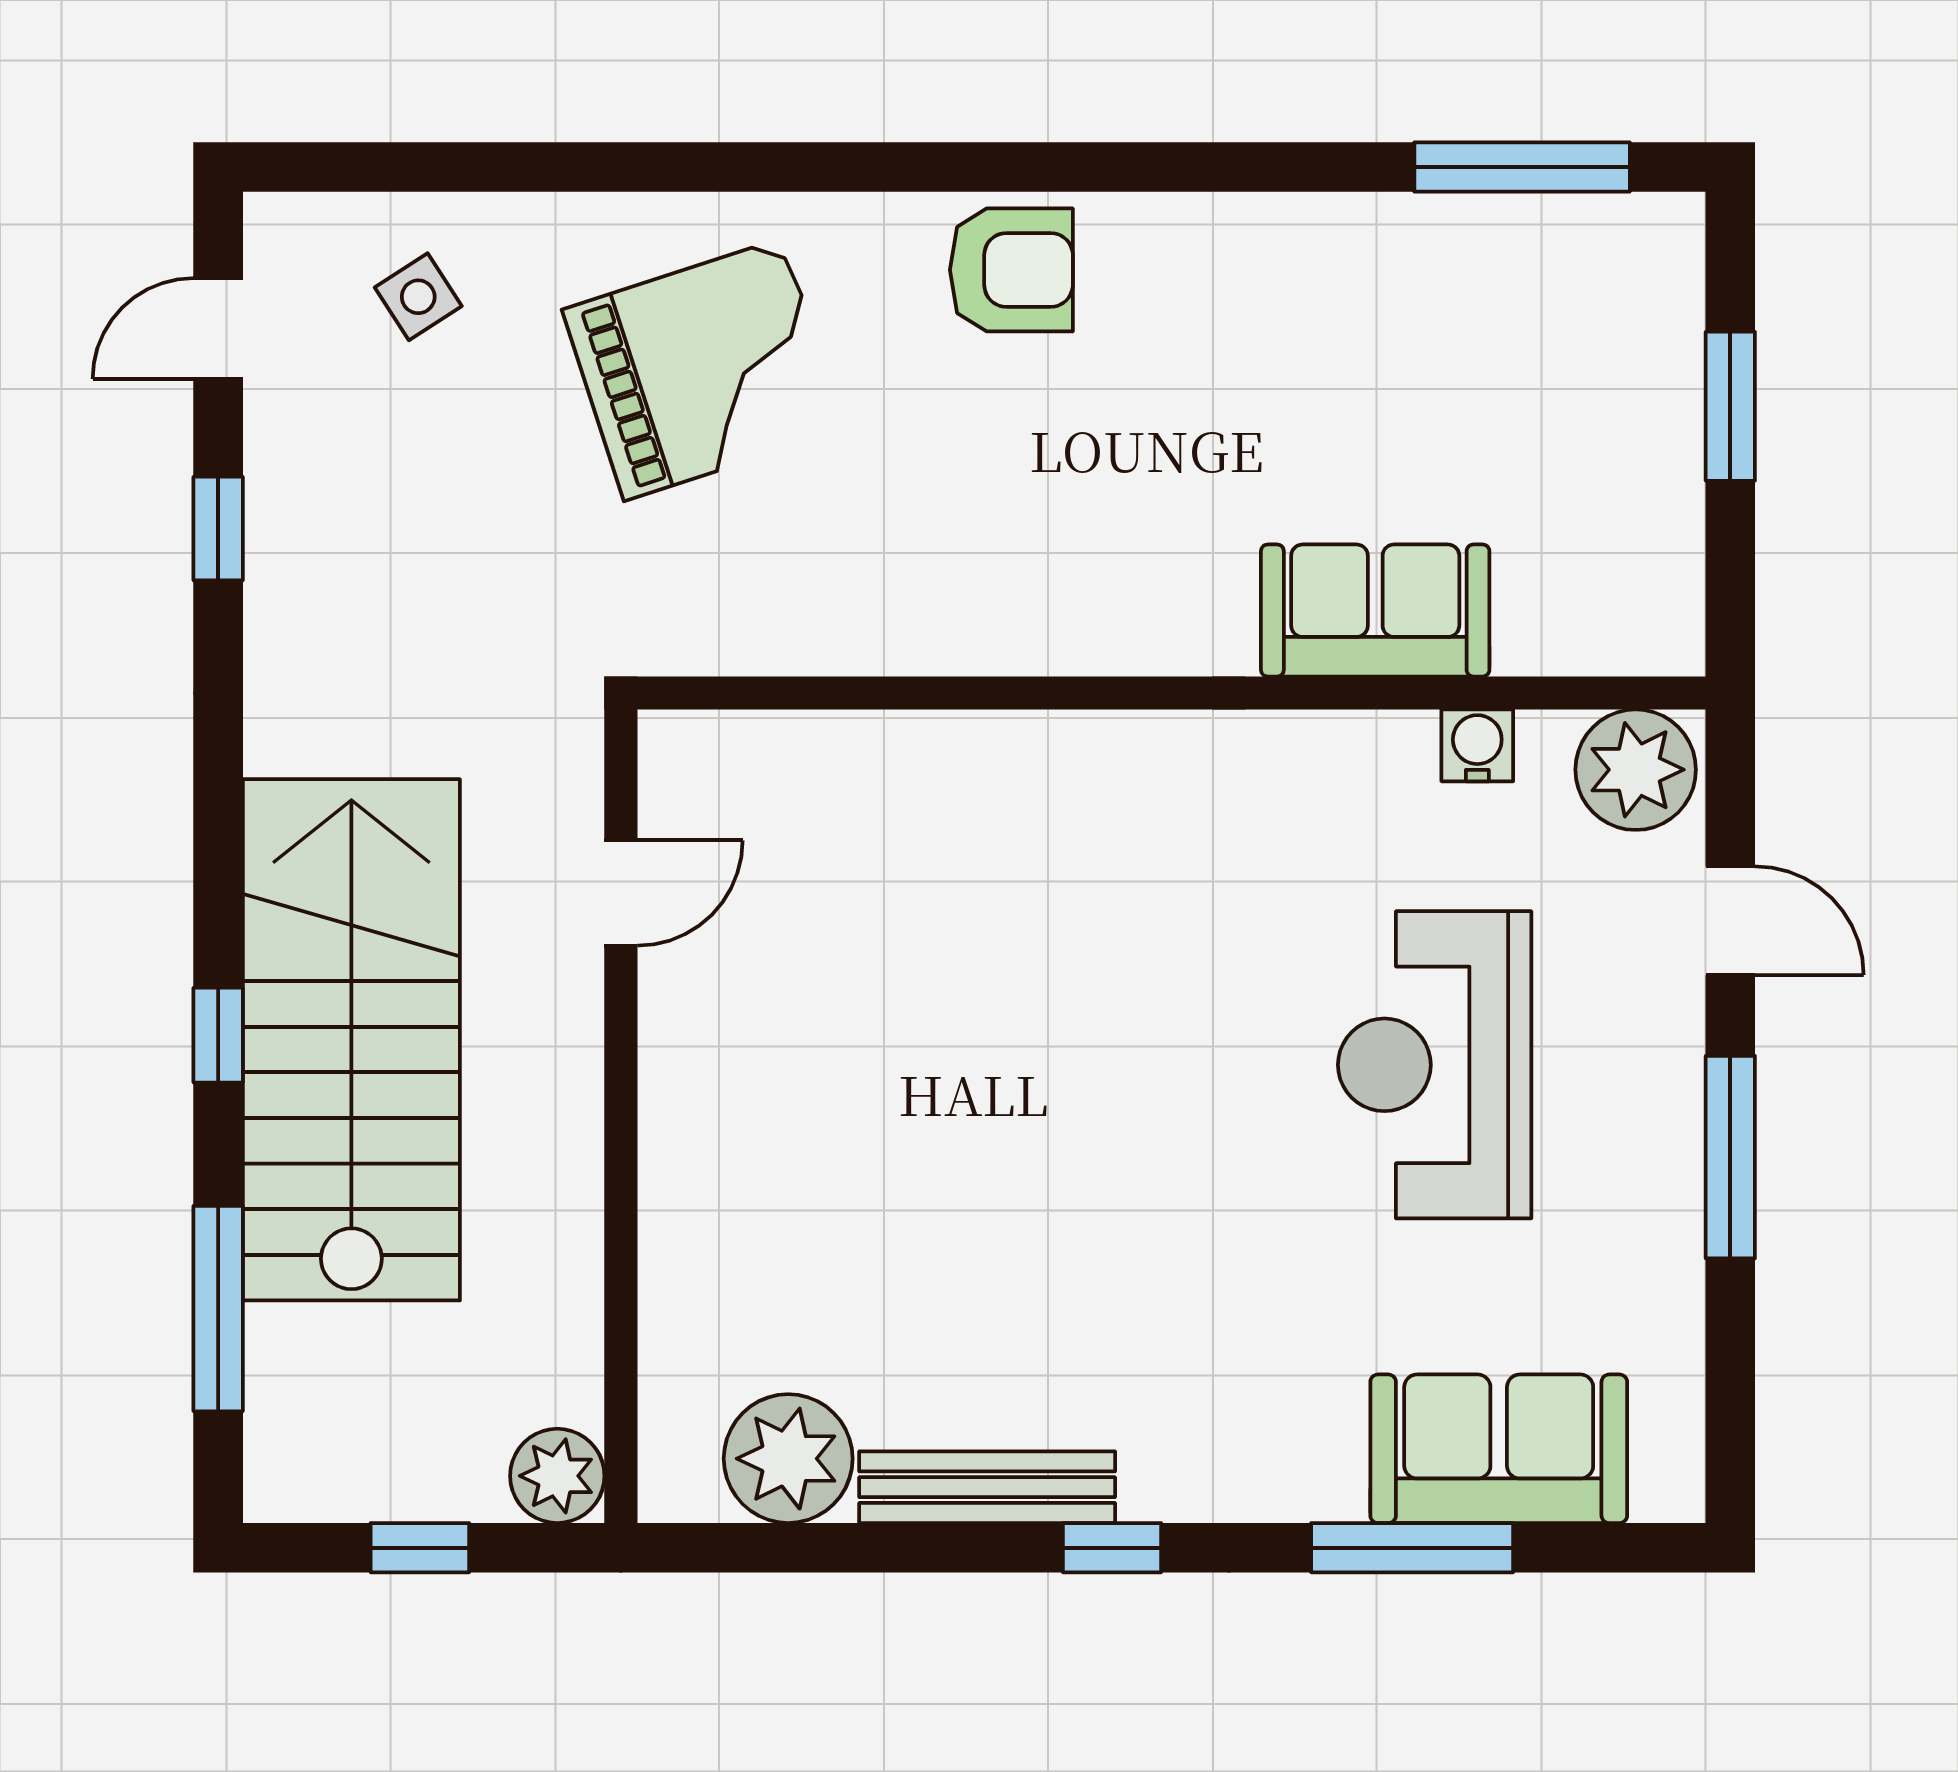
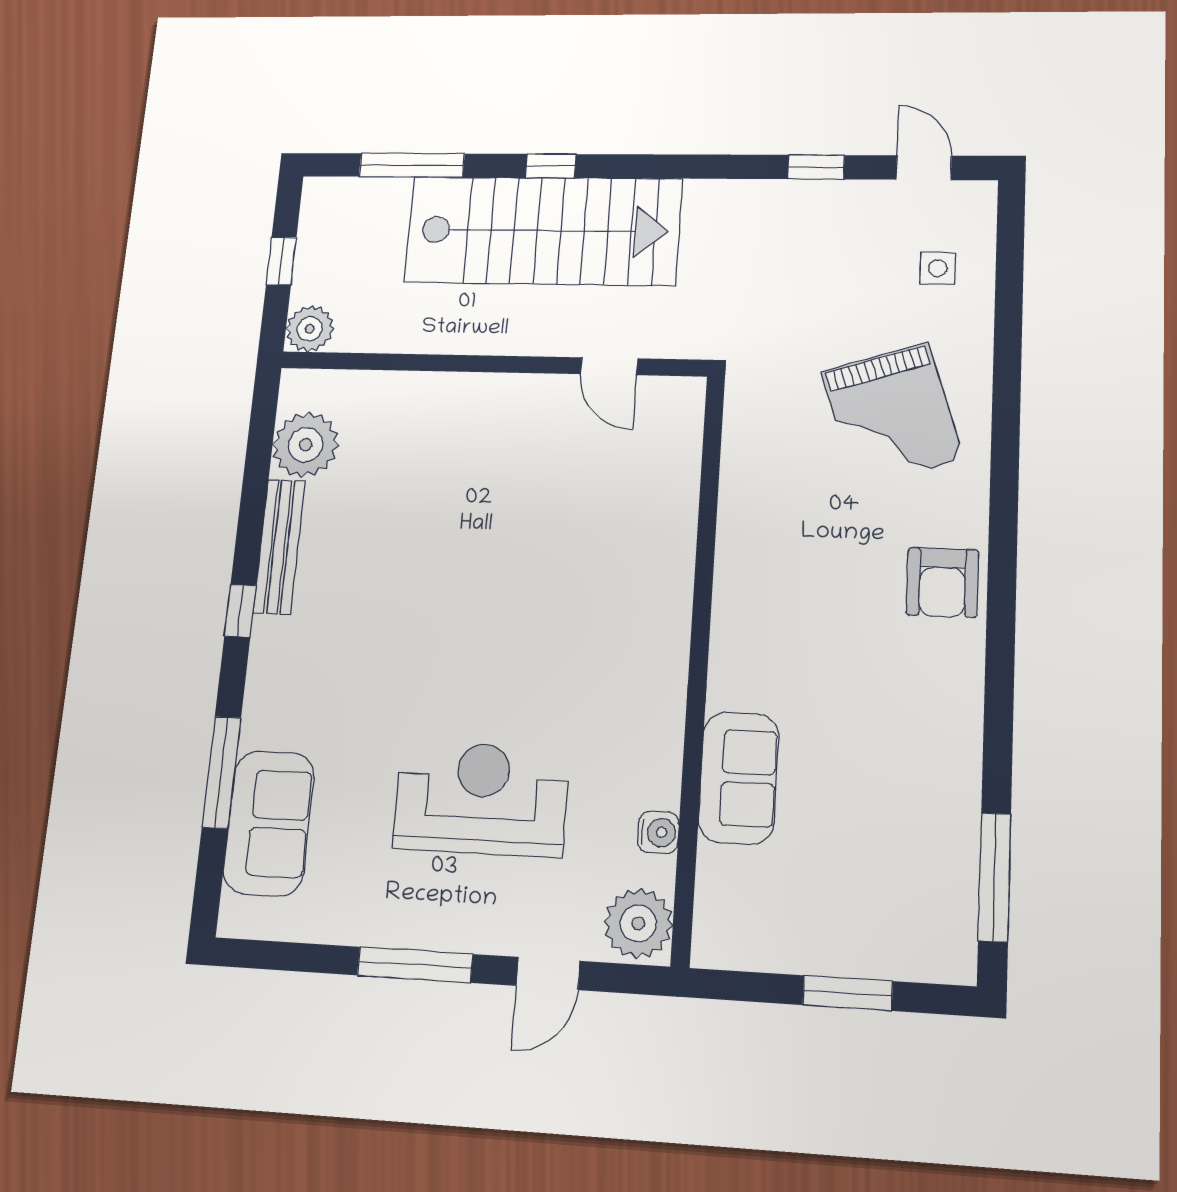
side table: (418, 297) -> (938, 268), turned 33

